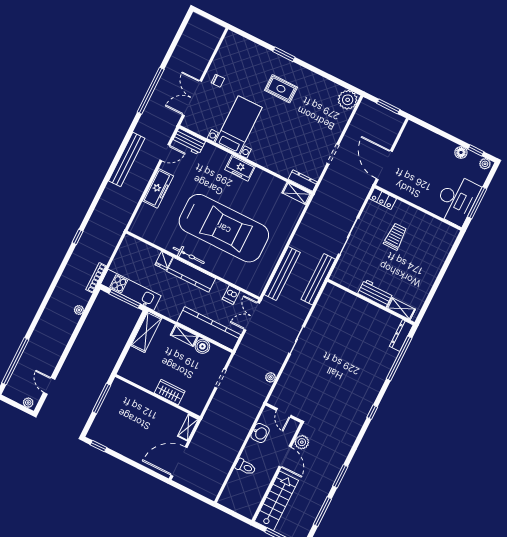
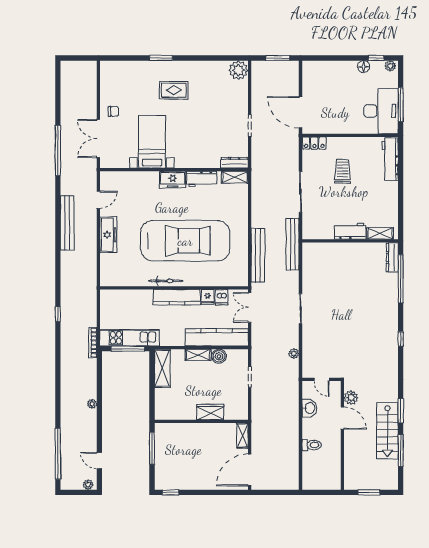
workbench: (189, 141) -> (202, 179), moved
workbench: (443, 247) -> (390, 159), added
fridge: (164, 261) -> (208, 297), moved
plant: (79, 310) -> (92, 404), moved
stairs: (276, 501) -> (388, 431), moved, turned 180

